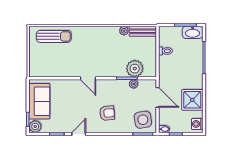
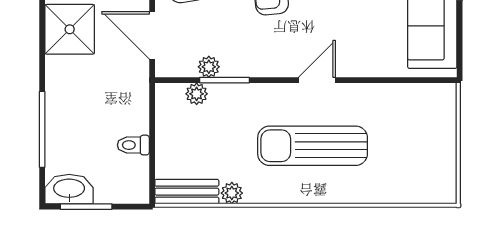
sun lounger: (54, 36) -> (313, 146), moved, width x1.36, depth x1.34
plant: (135, 69) -> (197, 94), width x0.53, depth x0.53
door: (88, 78) -> (317, 80), hinge flipped

